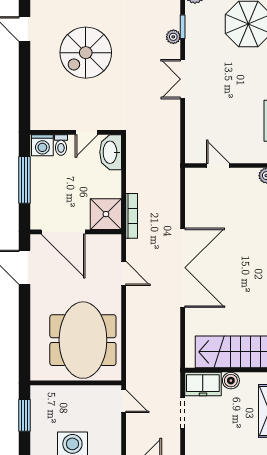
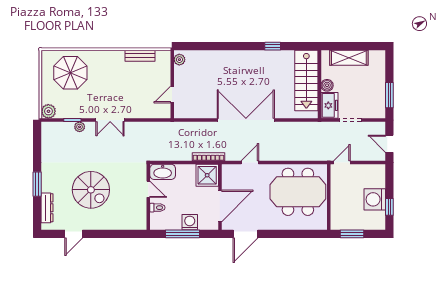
washing machine: (42, 145) -> (190, 222), moved, turned -90

